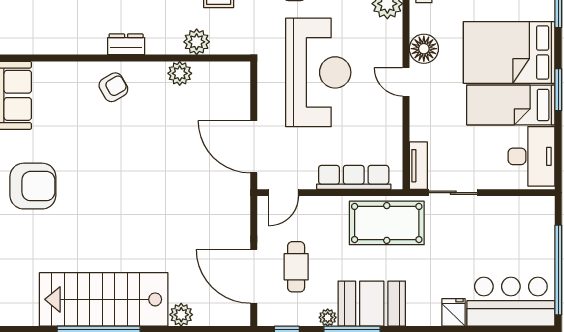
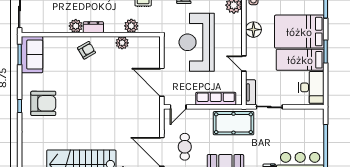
plant: (93, 42) -> (76, 26), added
reception desk: (318, 72) -> (197, 42), turned 180
door: (406, 82) -> (244, 63), moved

